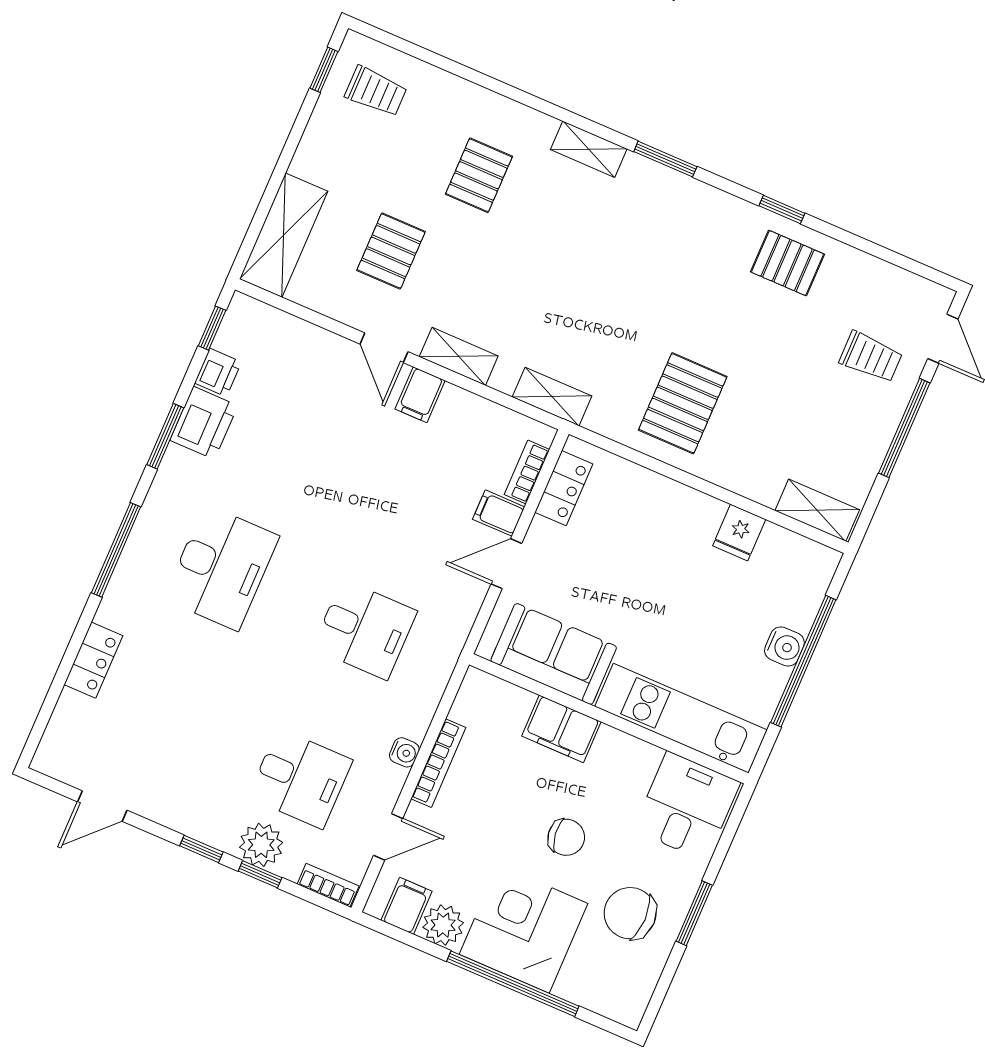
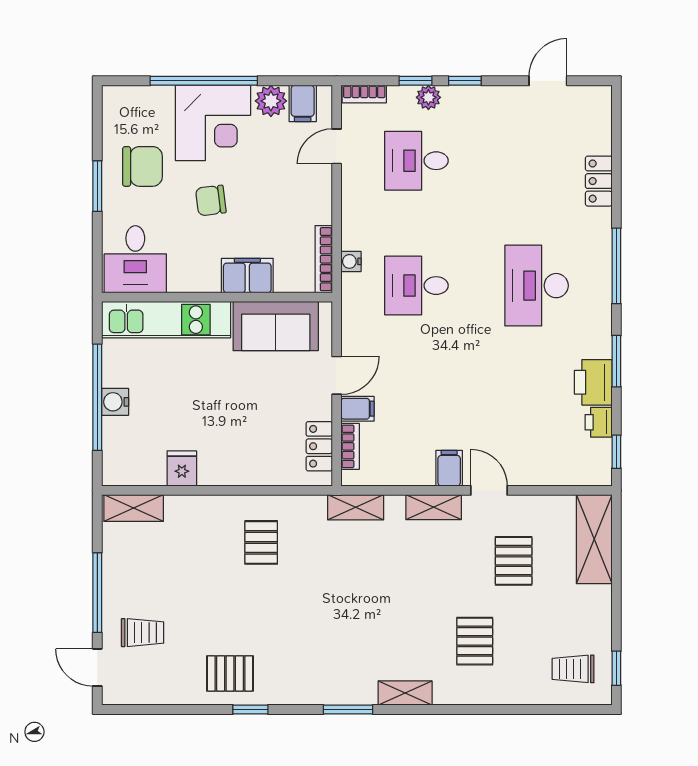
trolley: (871, 357) -> (143, 633), turned 180
pallet: (683, 403) -> (261, 542), width x0.67, depth x0.71
water cooler: (404, 752) -> (351, 261), moved
bookcase: (438, 763) -> (324, 259), moved
plant: (261, 845) -> (428, 97), width x0.73, depth x0.73

